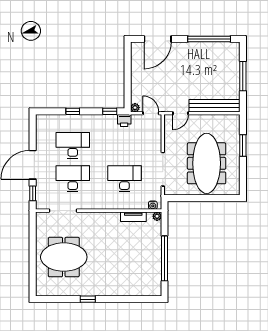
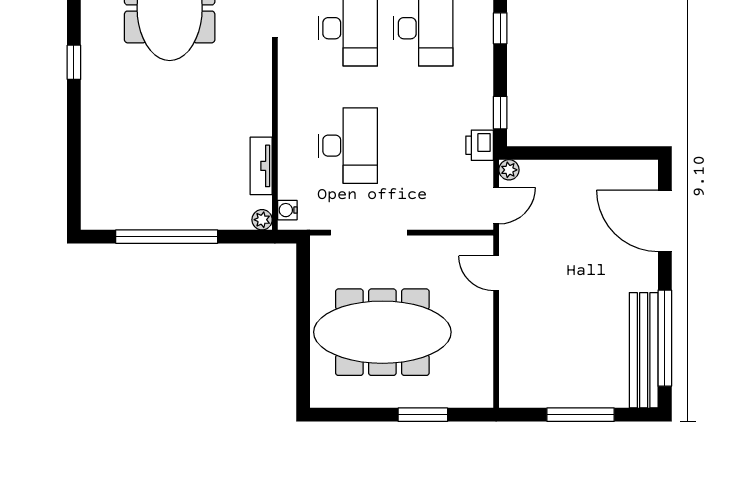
bench: (215, 106) -> (644, 350), moved

